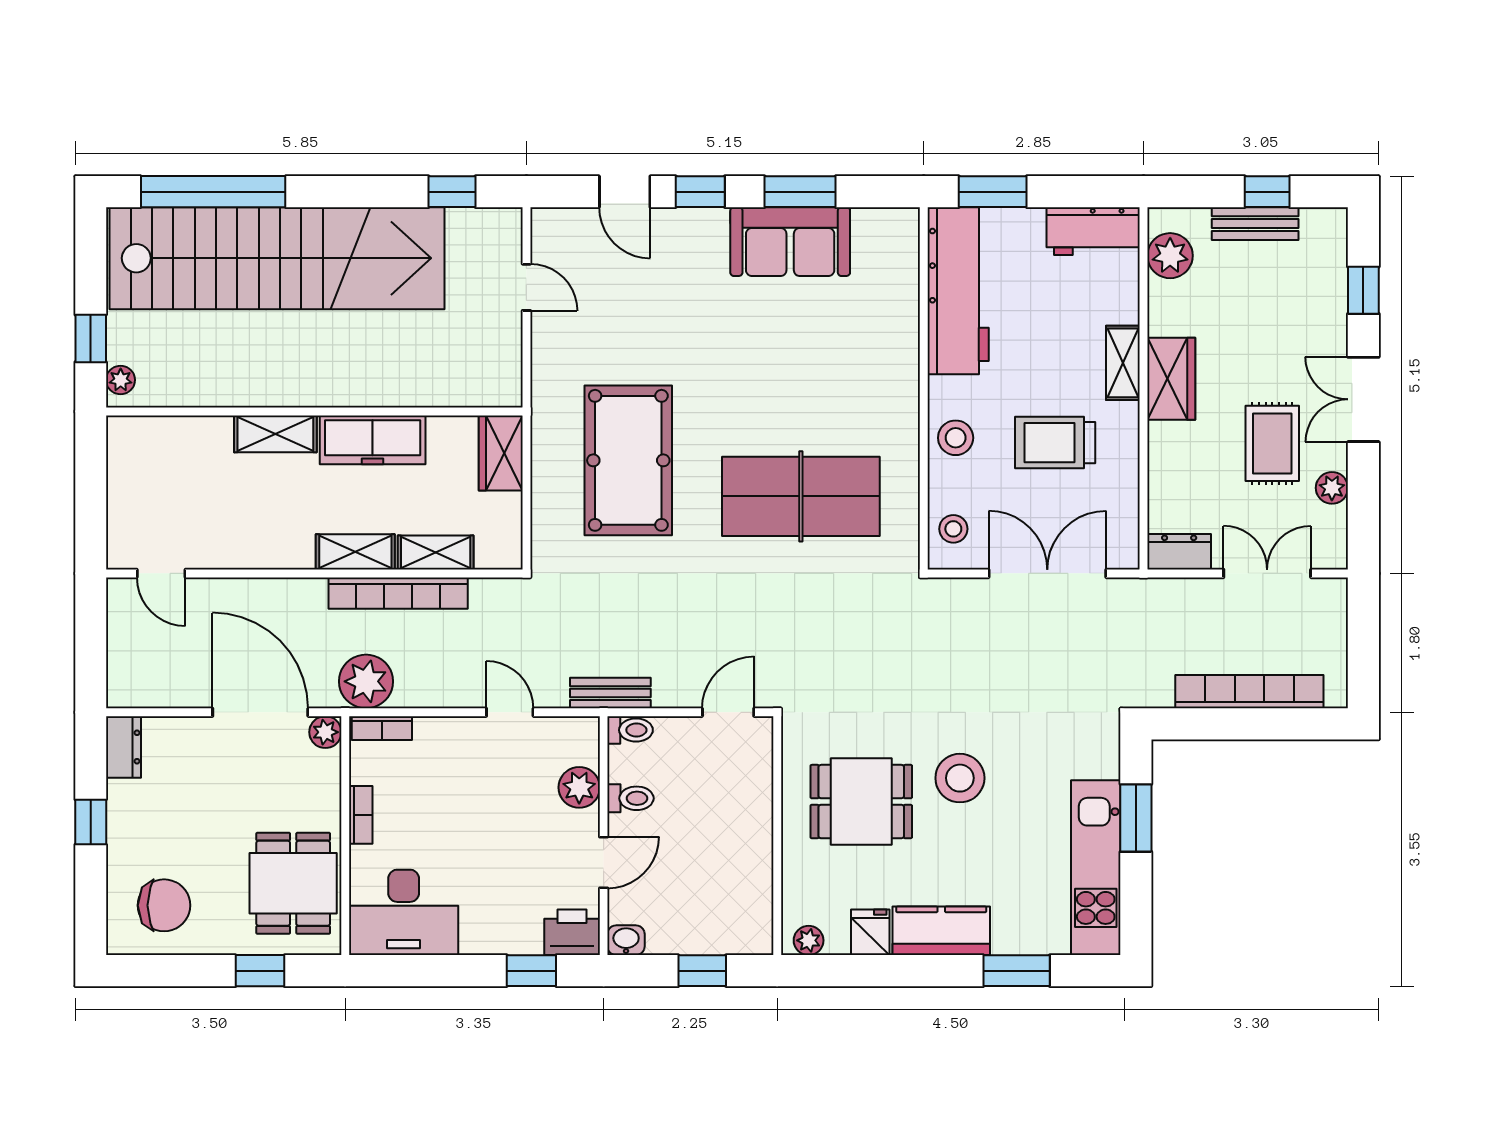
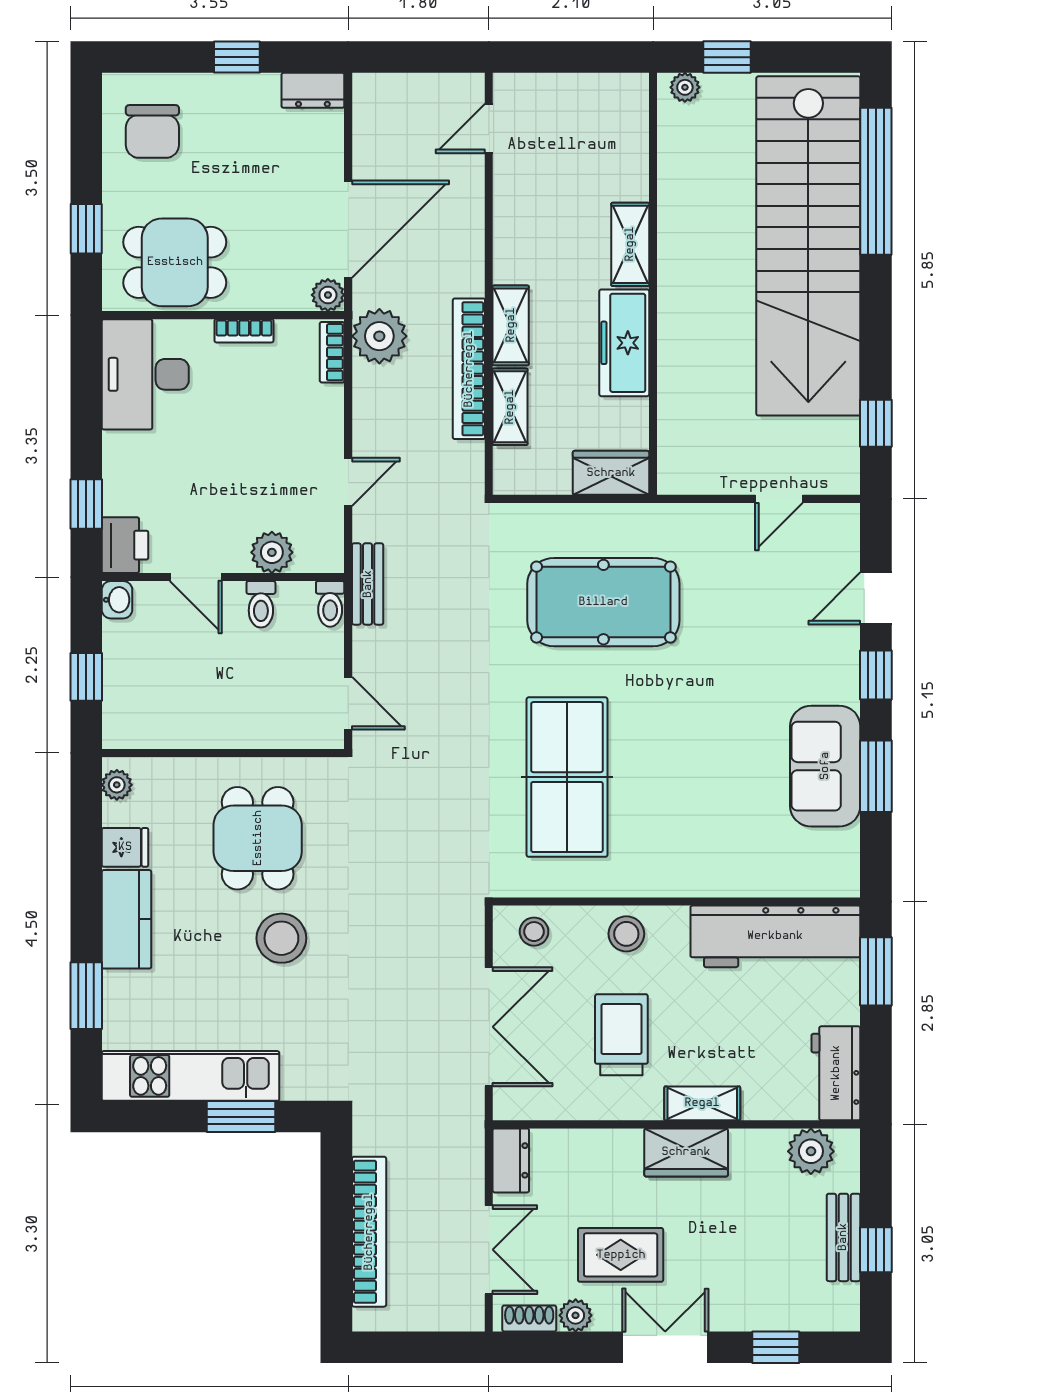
shoe rack: (1335, 534) -> (529, 1318), added

